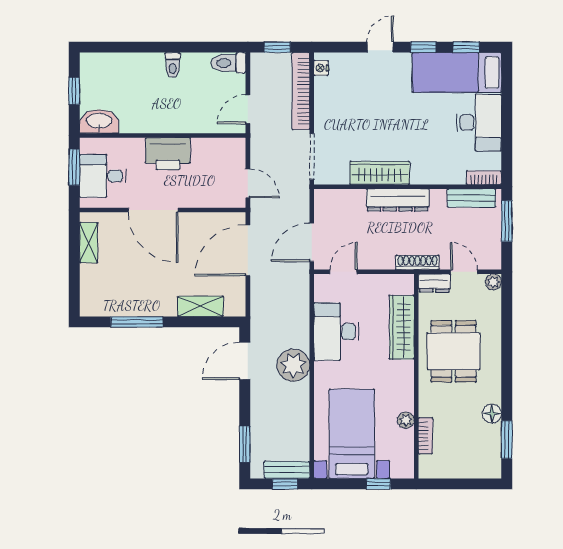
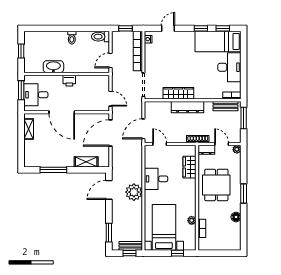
door: (380, 47) -> (168, 28), moved
washbasin: (99, 121) -> (53, 67), moved
printer: (168, 154) -> (69, 81), width x0.53, depth x0.68
door: (343, 272) -> (160, 144), hinge flipped
wardrobe: (402, 327) -> (190, 167), width x0.67
desk: (336, 332) -> (156, 179), width x0.73
window: (507, 440) -> (244, 194), moved

